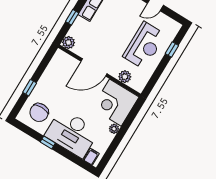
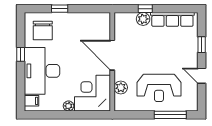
plant: (69, 42) -> (143, 19), moved
window: (172, 50) -> (170, 115), width x2.17
chair: (39, 112) -> (43, 31), turned -90

